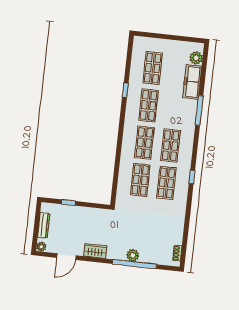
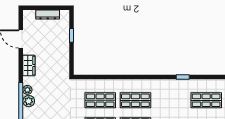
shop shelf: (148, 105) -> (171, 100), removed
plant: (41, 247) -> (27, 90), moved

